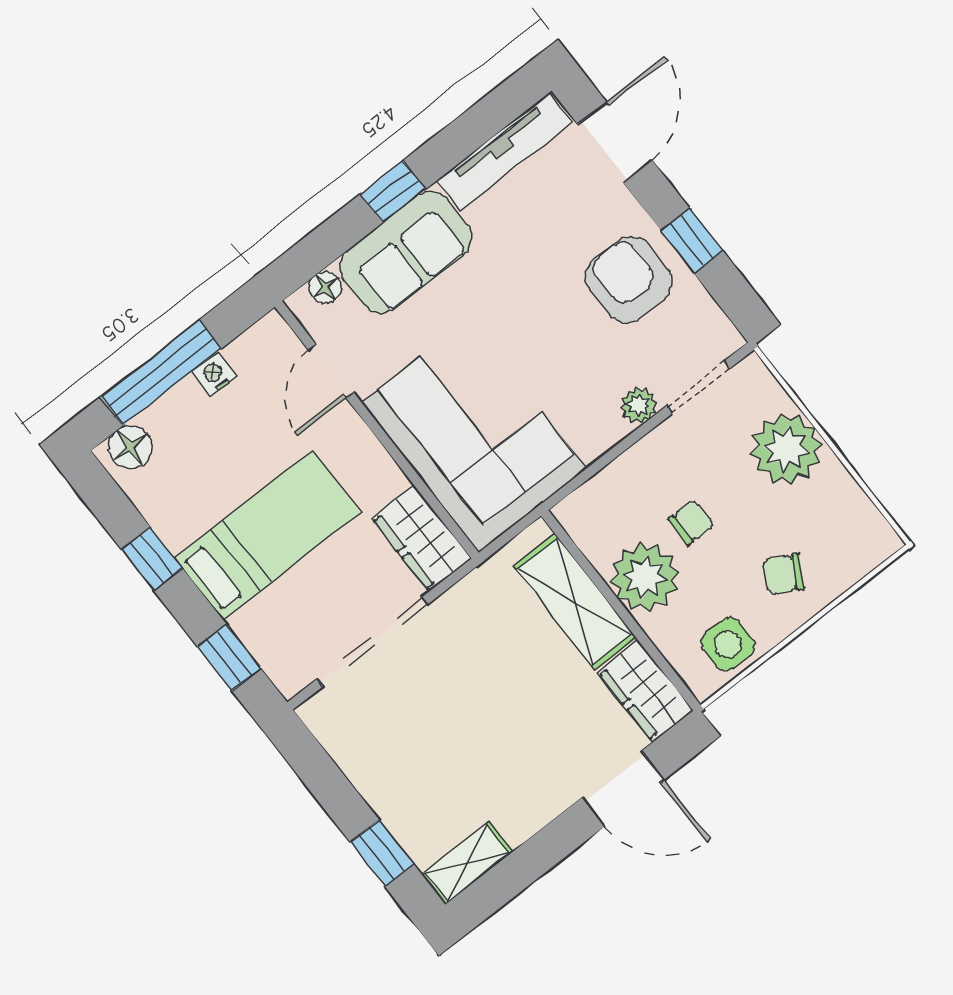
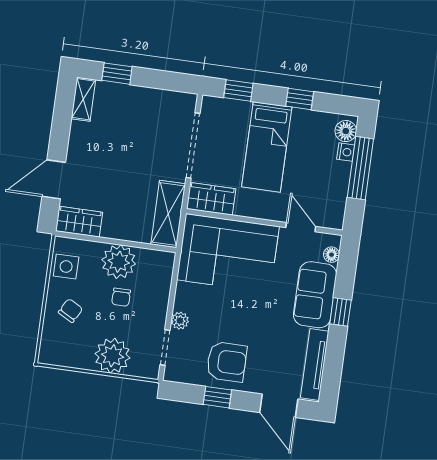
nightstand: (214, 374) -> (346, 152), moved
shelving: (575, 602) -> (168, 214), moved, turned 90

